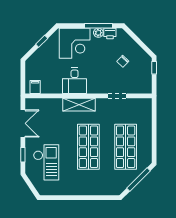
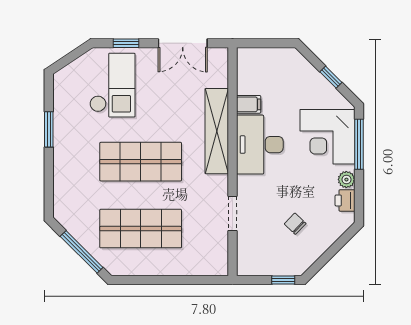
window: (99, 26) -> (359, 144), moved
desk: (75, 81) -> (260, 145), width x1.37
filing cabinet: (35, 87) -> (249, 104), moved
shelving: (79, 105) -> (217, 131), width x1.47
checkout: (46, 162) -> (112, 85), turned -90
window: (71, 198) -> (49, 129), added

